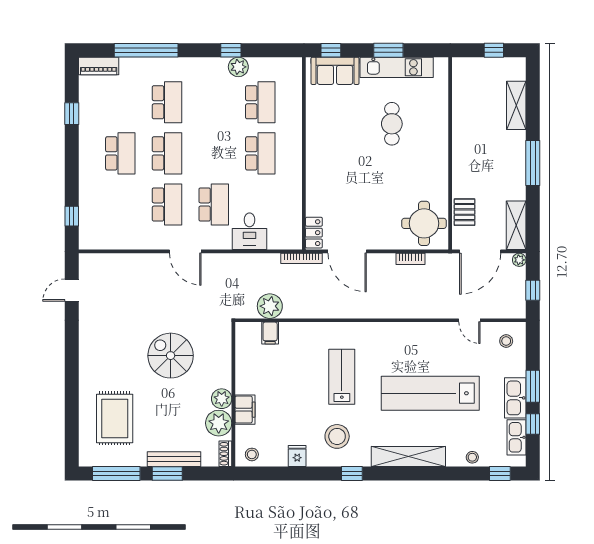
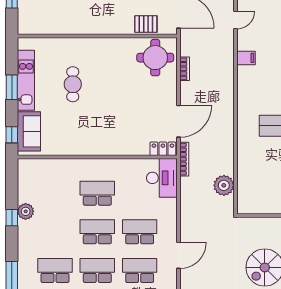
school desk: (260, 102) -> (97, 232), moved
cafe table: (392, 124) -> (73, 84), turned 90
desk: (249, 231) -> (162, 178), moved, width x1.37
filing cabinet: (270, 333) -> (246, 58), moved

